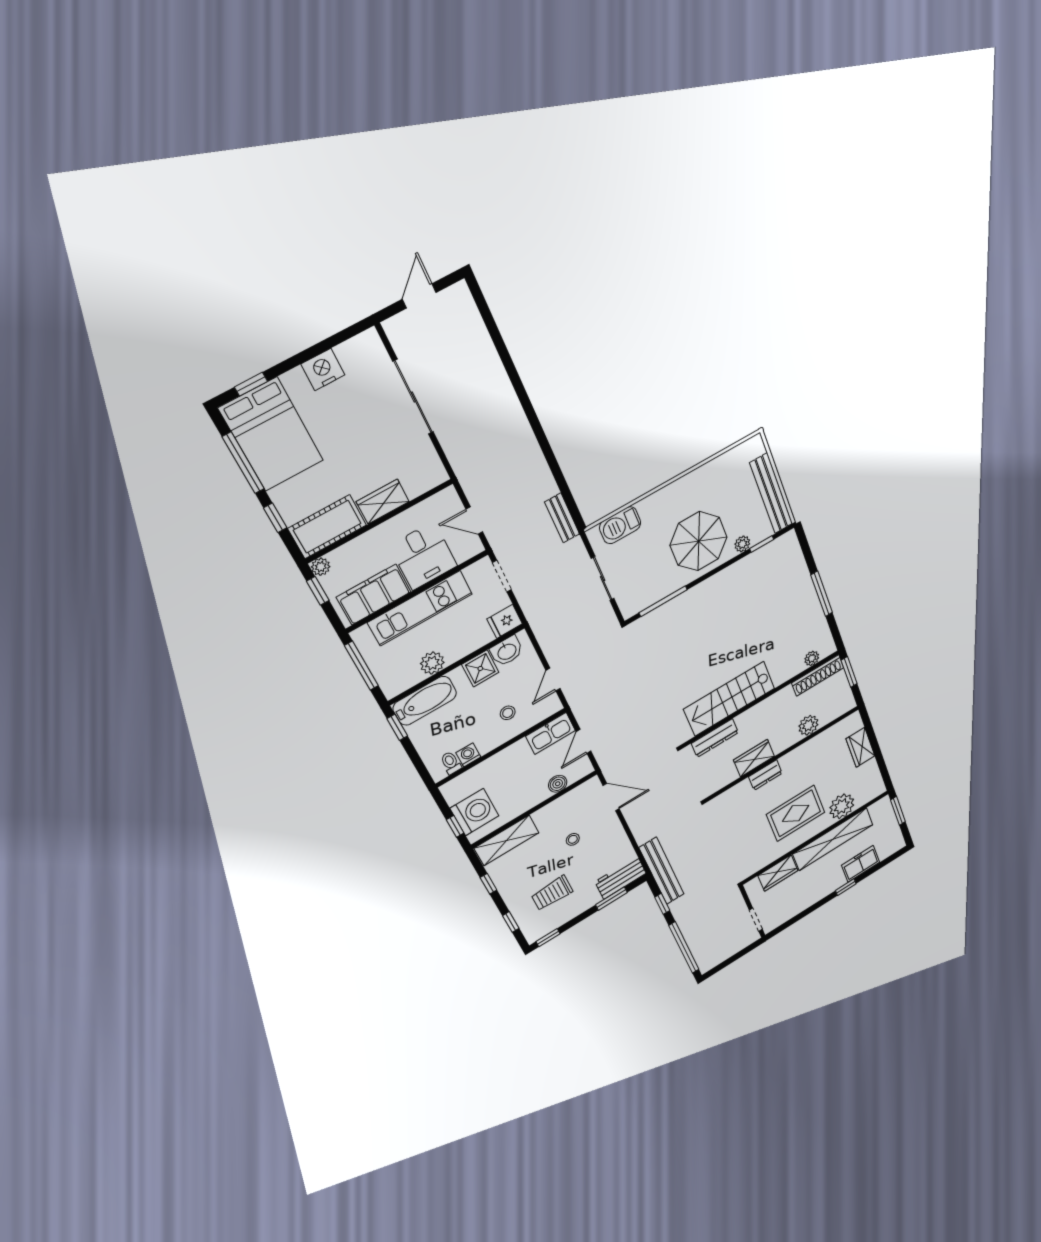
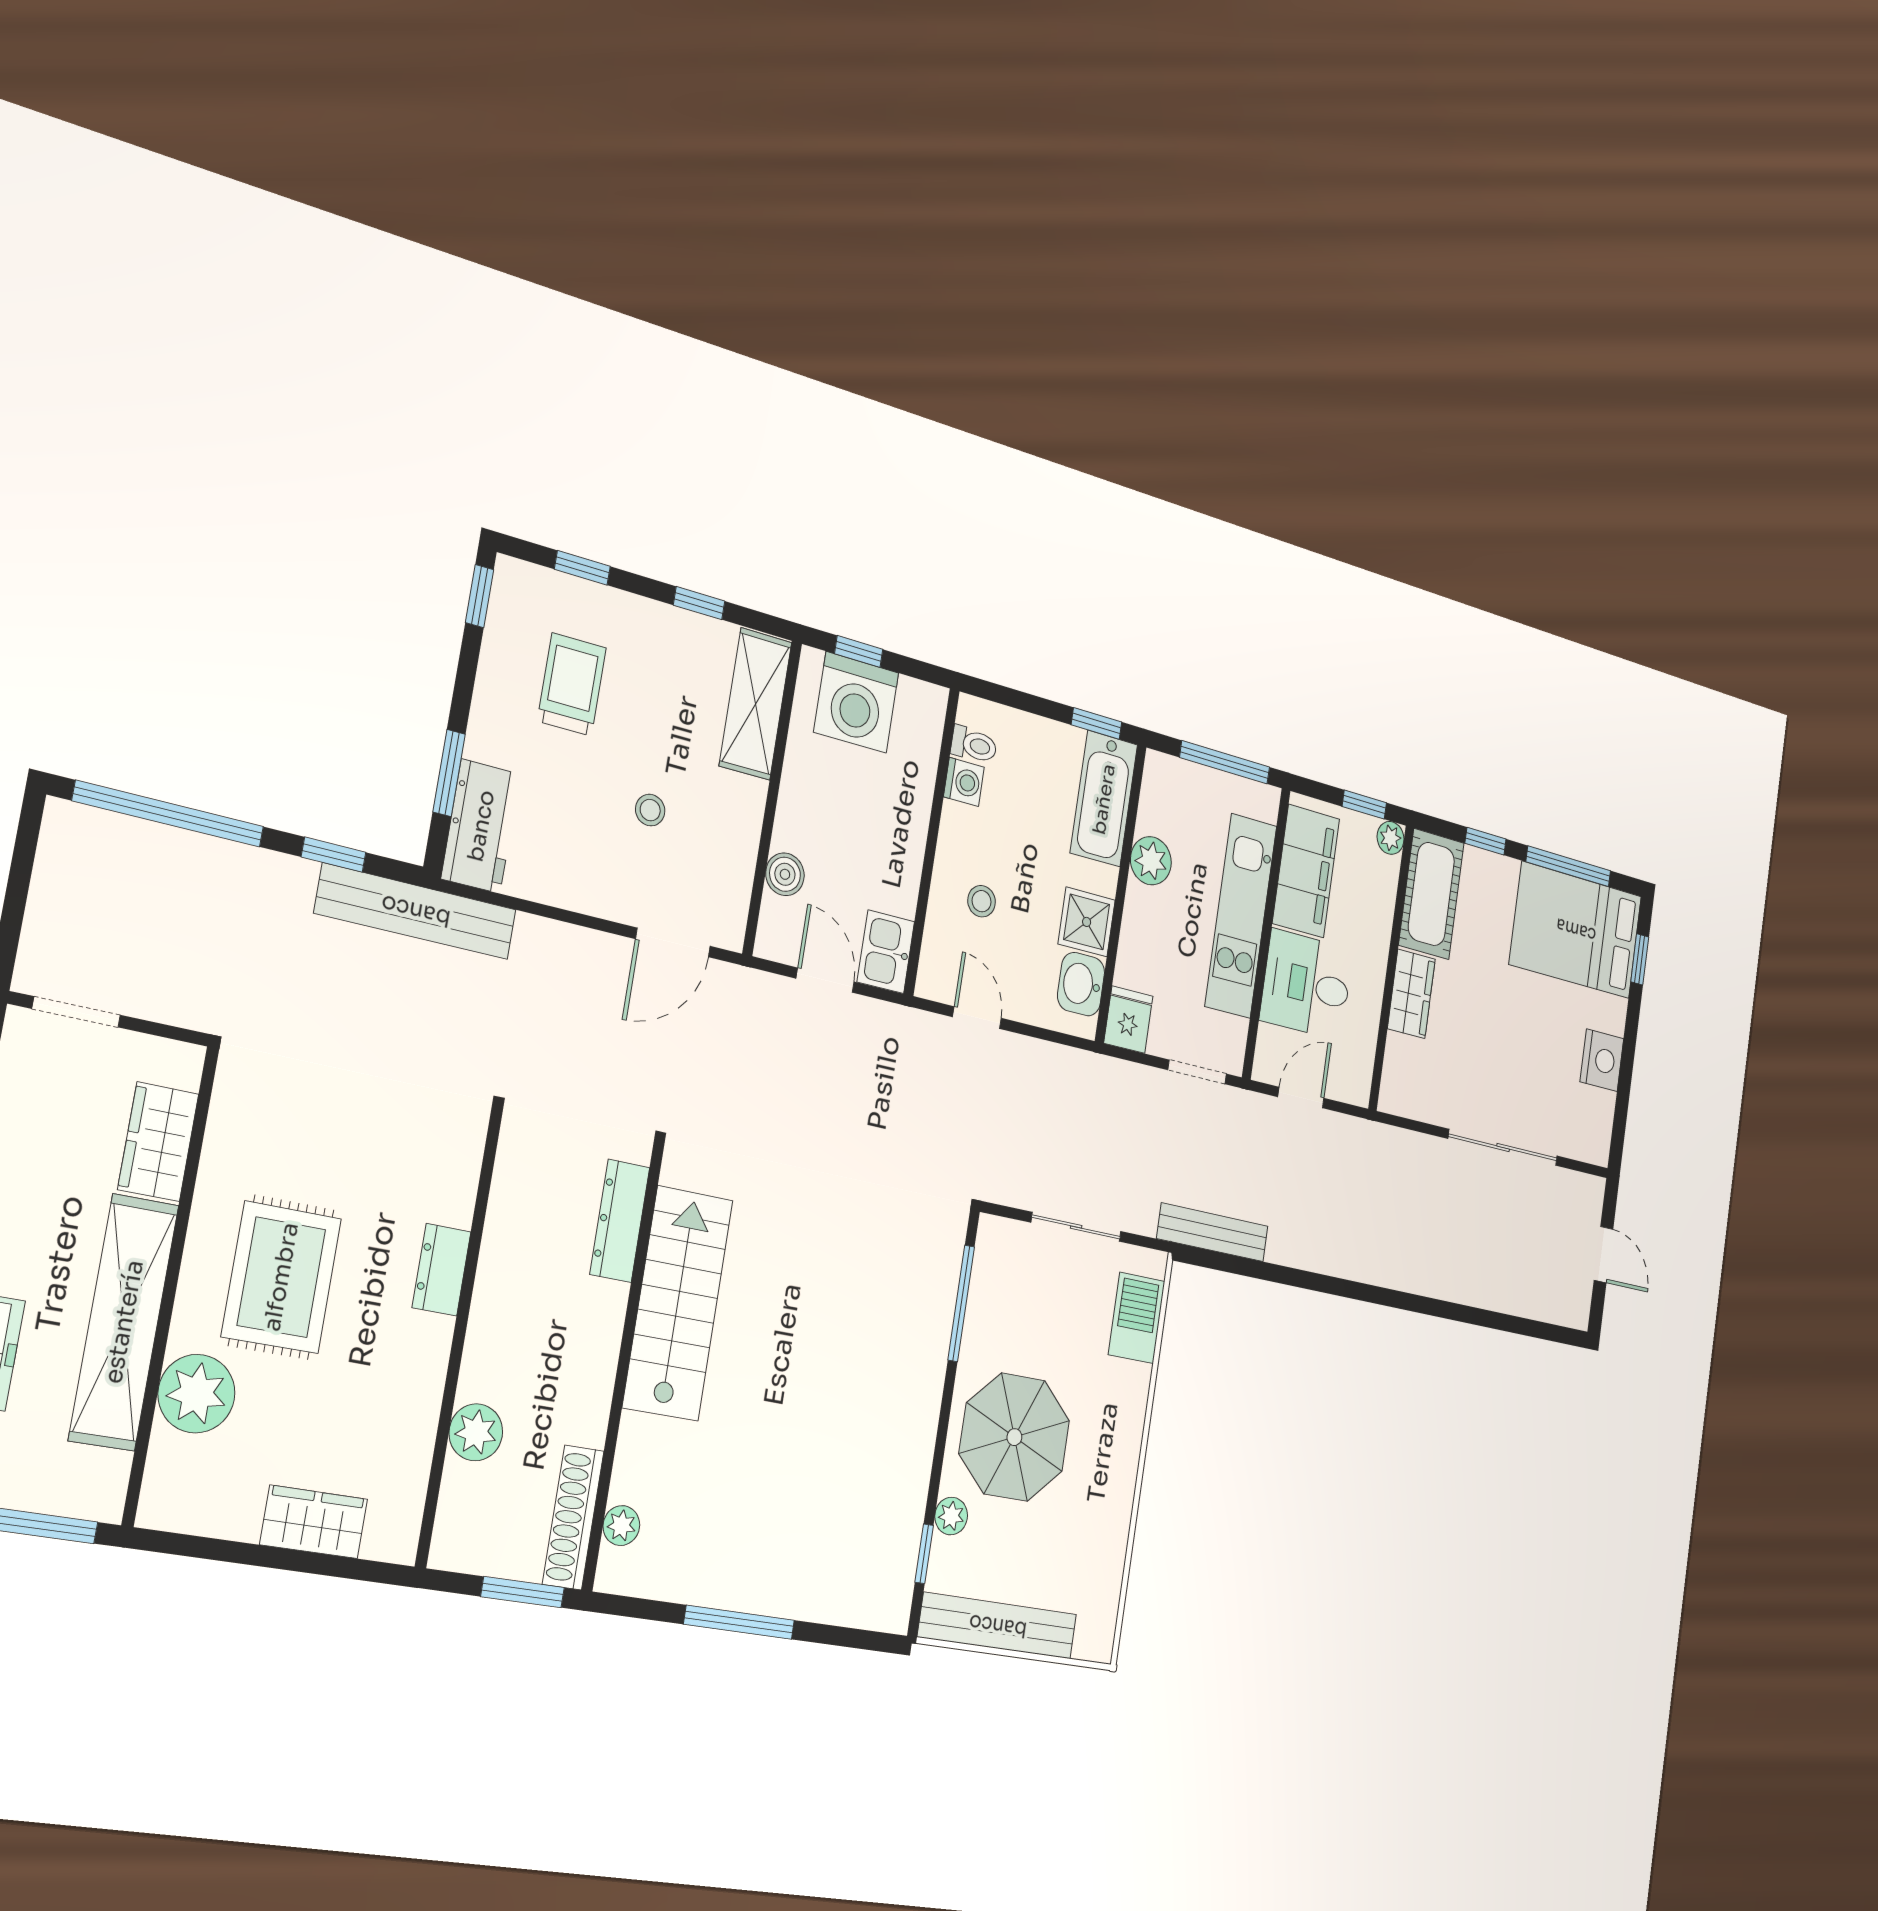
bench: (562, 518) -> (1213, 1232), width x1.36
kitchen sink: (551, 733) -> (886, 952), width x0.73
wardrobe: (754, 758) -> (504, 1270), removed

